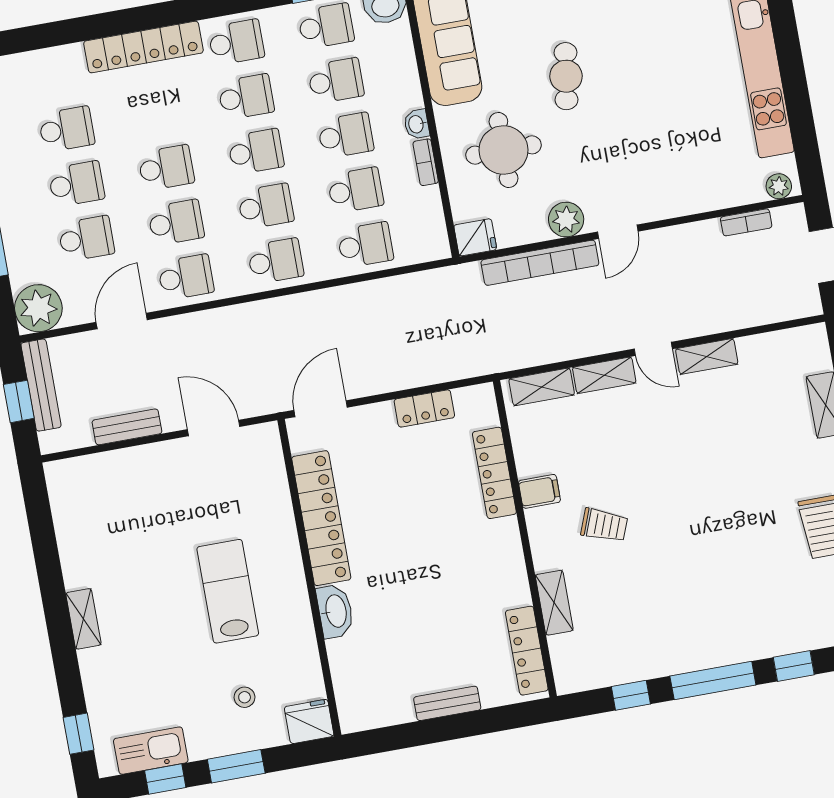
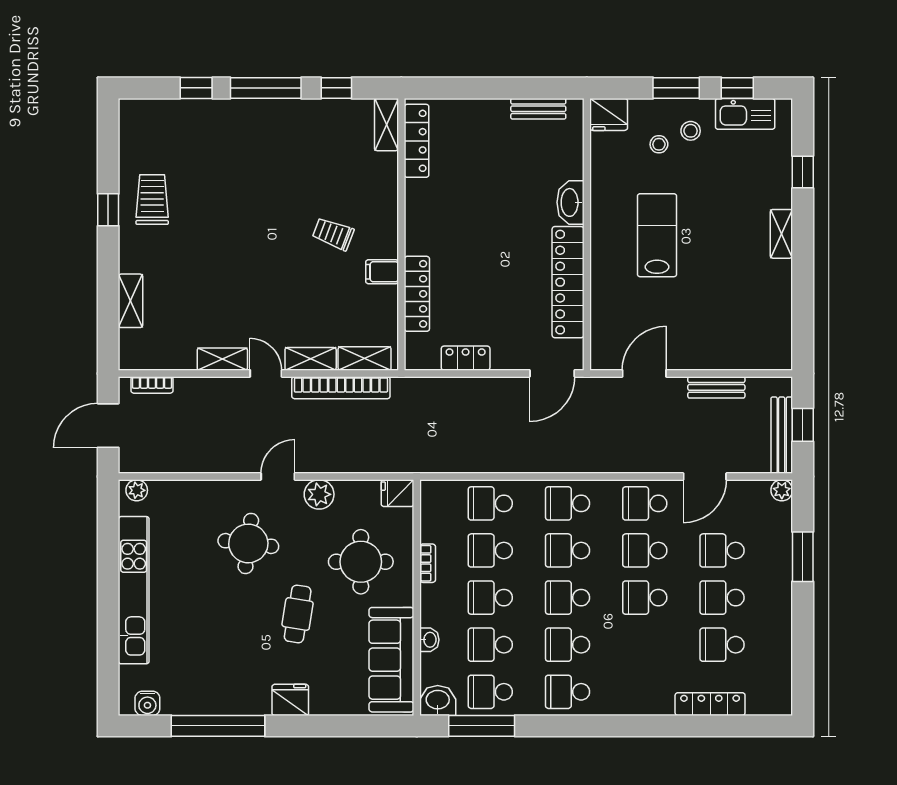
locker: (143, 47) -> (710, 704), moved, width x0.71, depth x0.83
washbasin: (417, 124) -> (429, 640), moved
round table: (638, 148) -> (248, 543), added
bookcase: (746, 222) -> (152, 385), moved, turned 180
bookcase: (540, 263) -> (341, 388), moved, turned 180
plant: (38, 308) -> (782, 490), width x0.53, depth x0.53
door: (214, 428) -> (644, 373), swing flipped
lab bench: (228, 591) -> (657, 235), turned 180
shelving: (554, 603) -> (386, 125), moved
bench: (447, 703) -> (538, 109), moved
stool: (211, 720) -> (691, 131), added
window: (79, 734) -> (803, 172), moved

